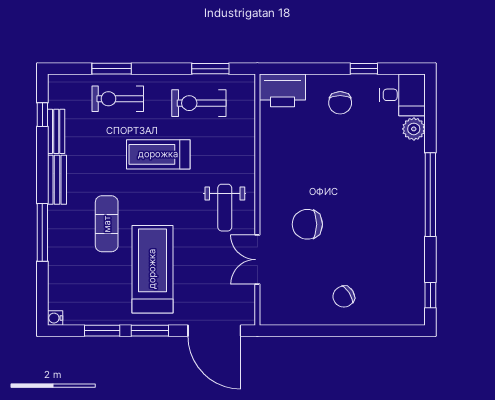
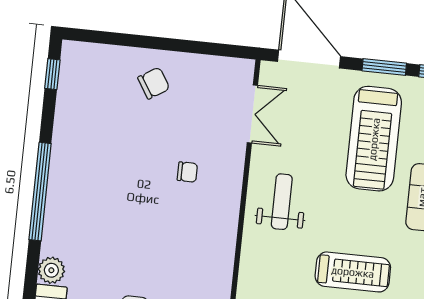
chair: (307, 224) -> (187, 172), width x0.54, depth x0.54
double door: (257, 260) -> (252, 114), moved

